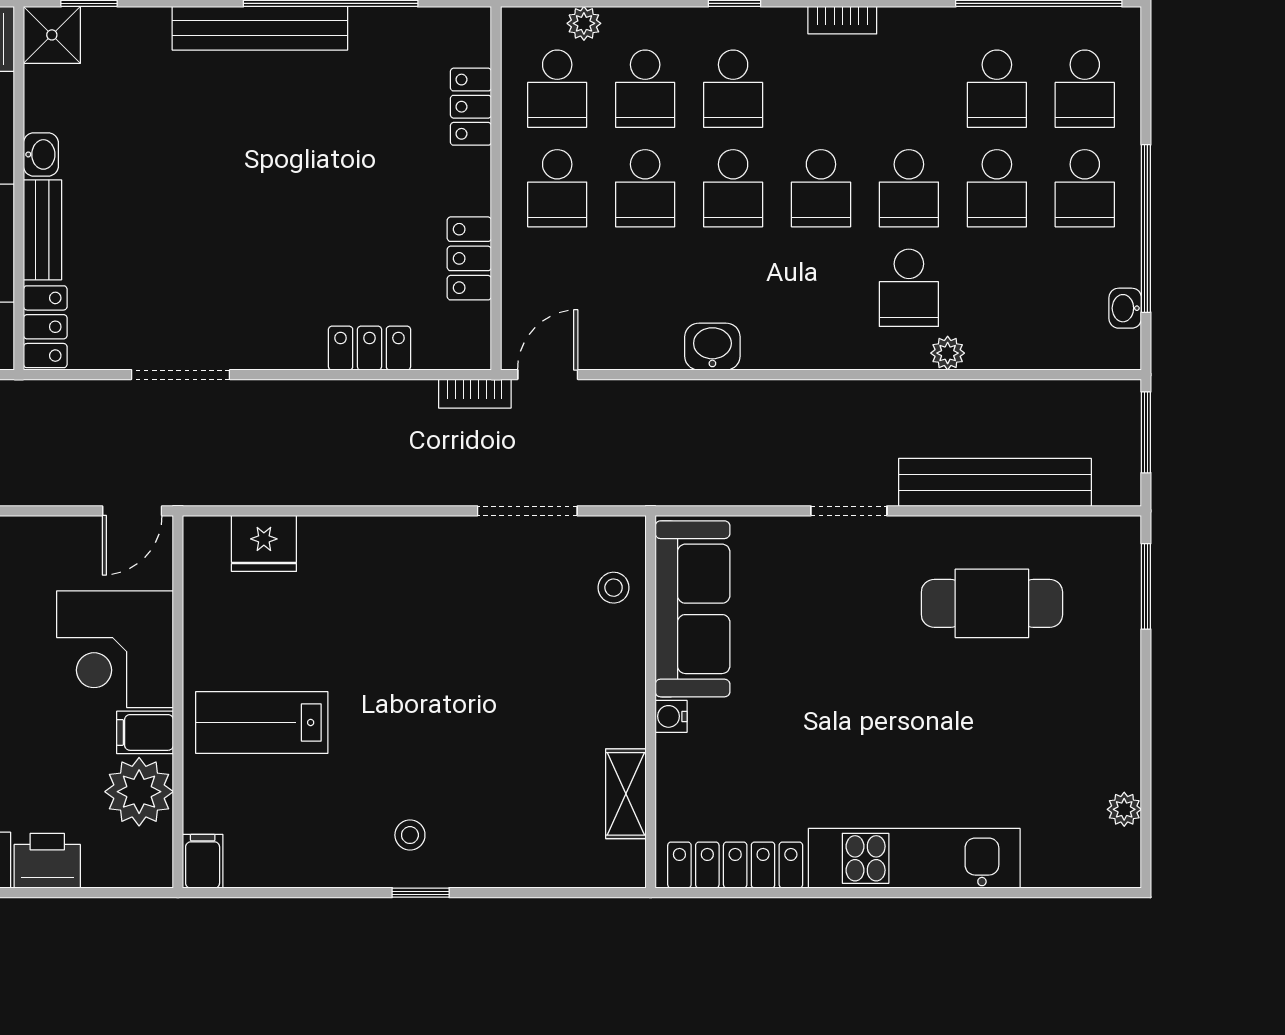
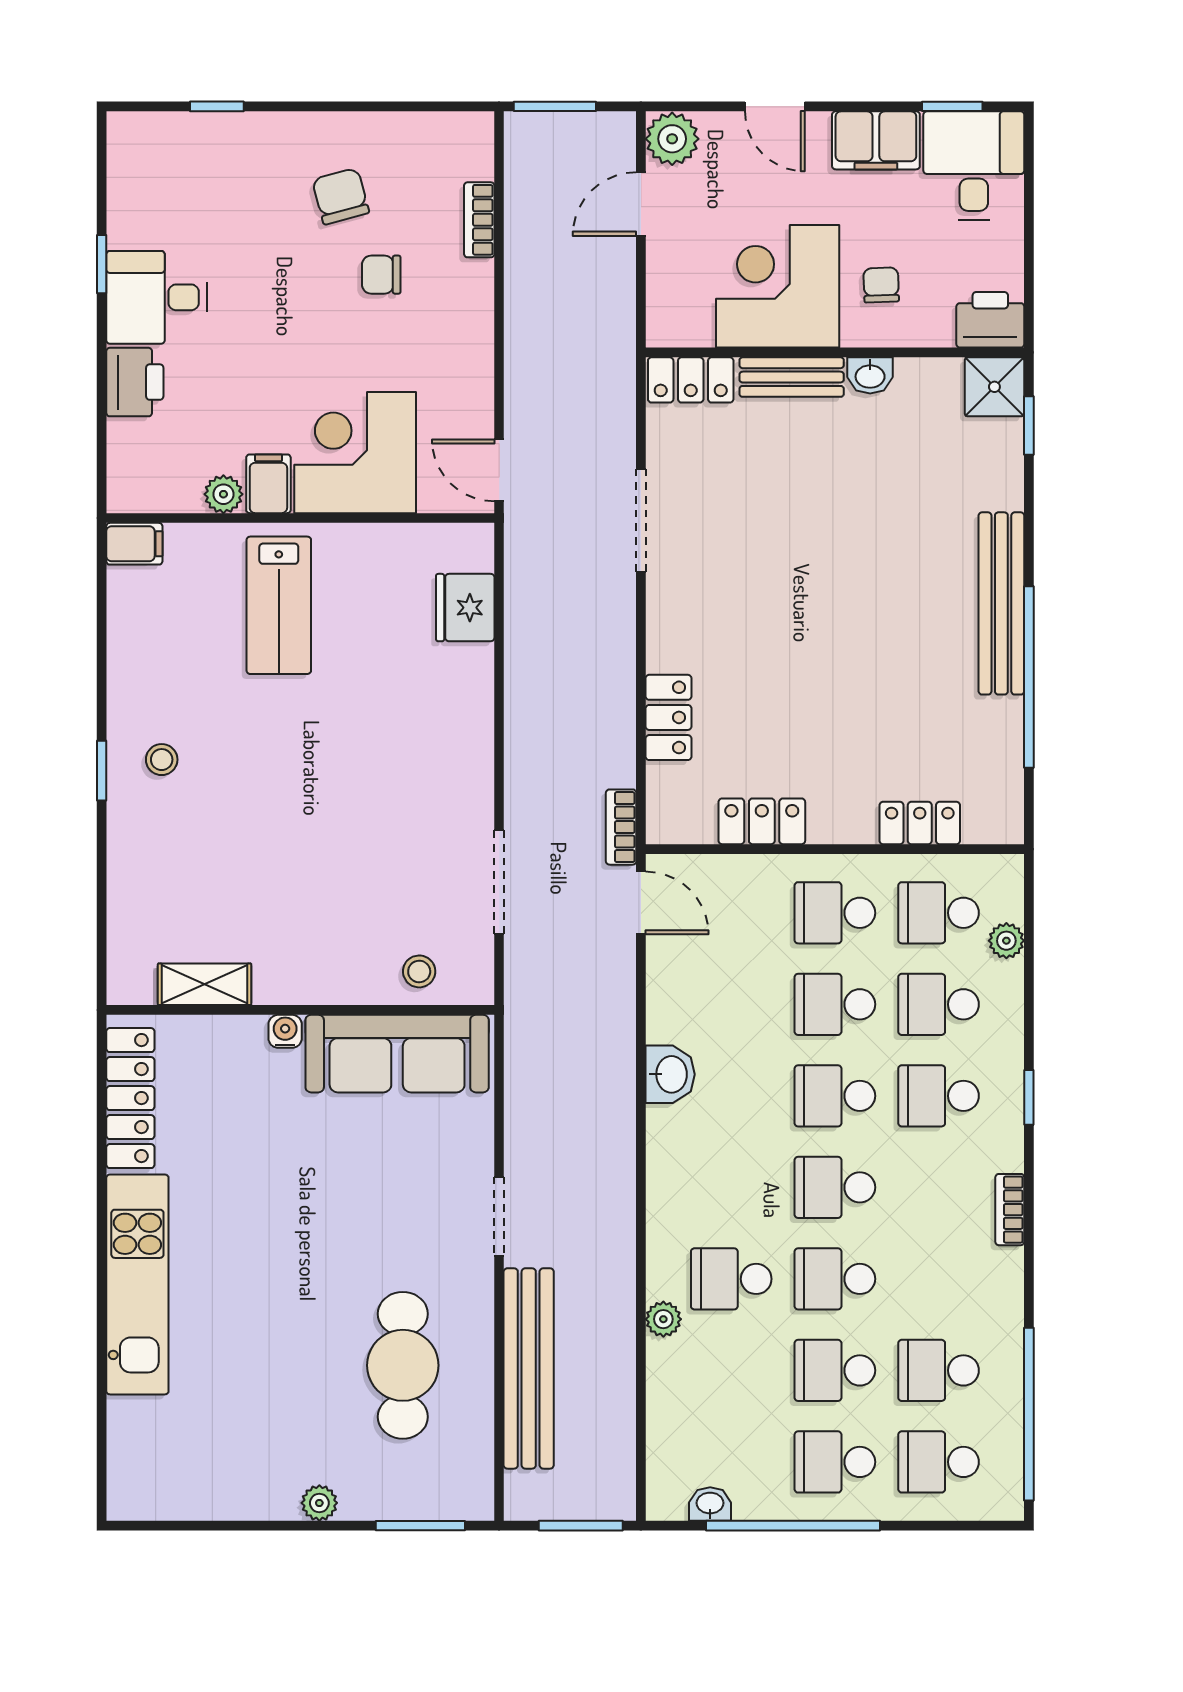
lab bench: (262, 722) -> (279, 605), turned 180
plant: (139, 792) -> (223, 494), width x0.53, depth x0.53
plant: (1124, 809) -> (319, 1503), moved

